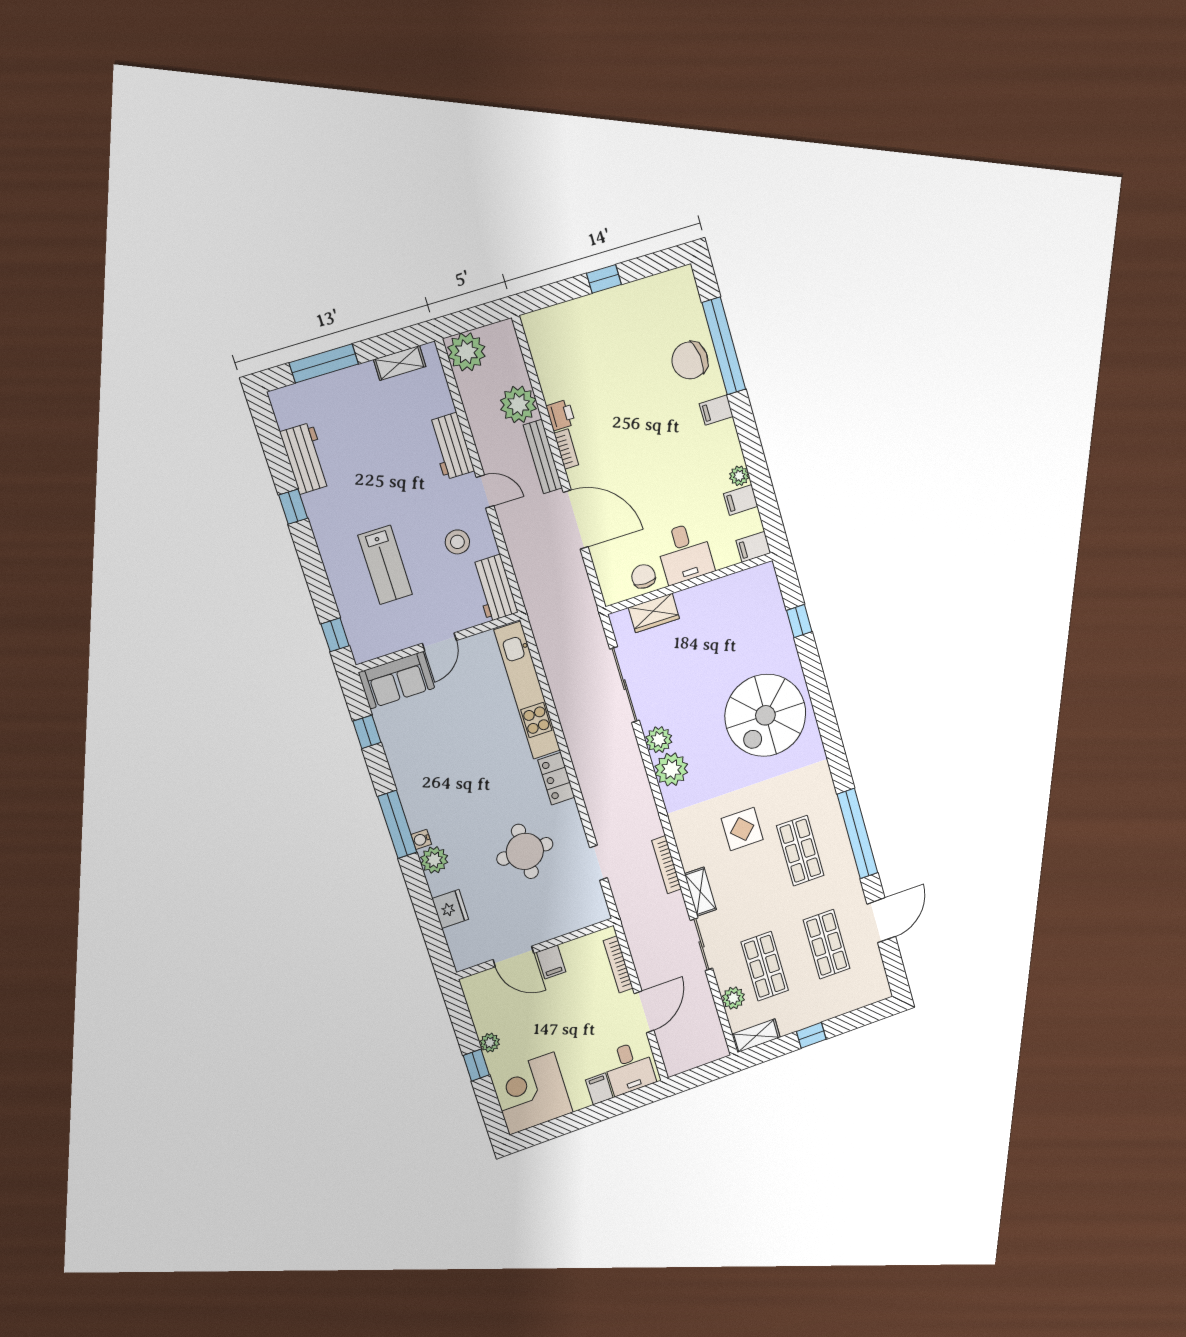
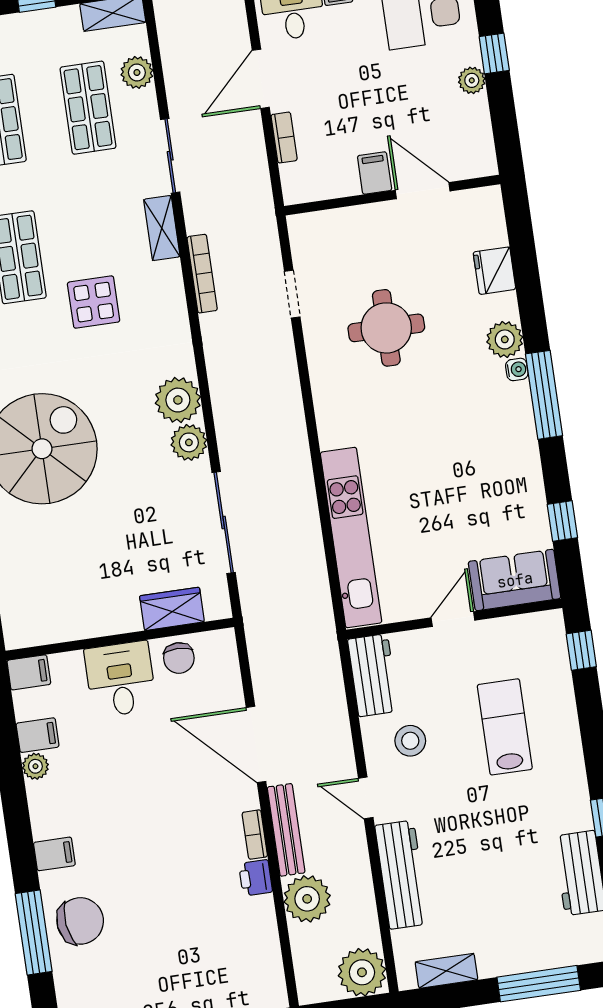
window: (724, 346) -> (34, 932), width x0.68
workbench: (451, 446) -> (402, 875), width x1.38
locker: (556, 779) -> (331, 416), removed
bookcase: (618, 964) -> (284, 138), width x0.64

